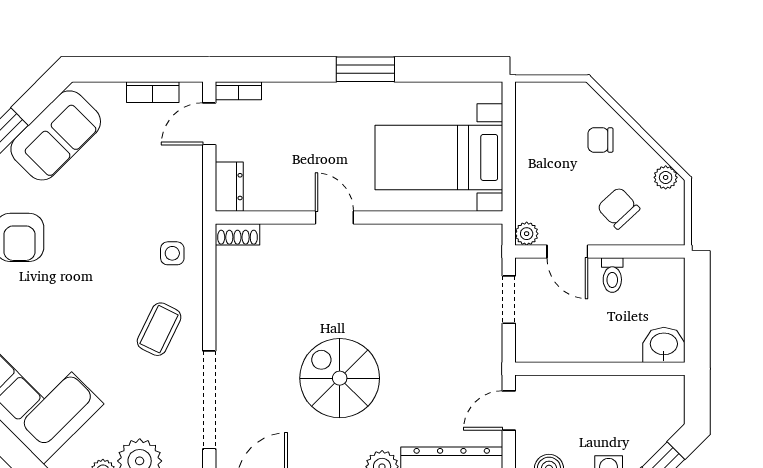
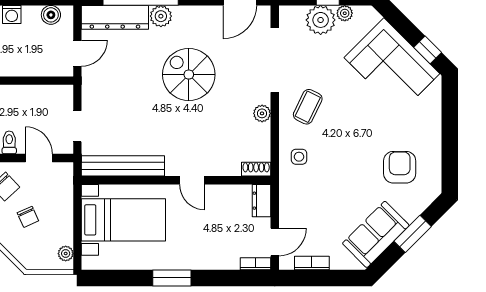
chair: (600, 140) -> (28, 217), moved, turned 66
plant: (527, 234) -> (66, 254), moved
bench: (440, 239) -> (123, 166), added
plant: (228, 319) -> (262, 113), added
spiral stairs: (340, 378) -> (189, 75), turned 180

